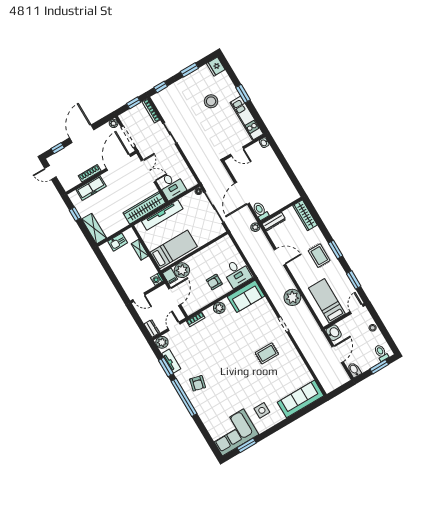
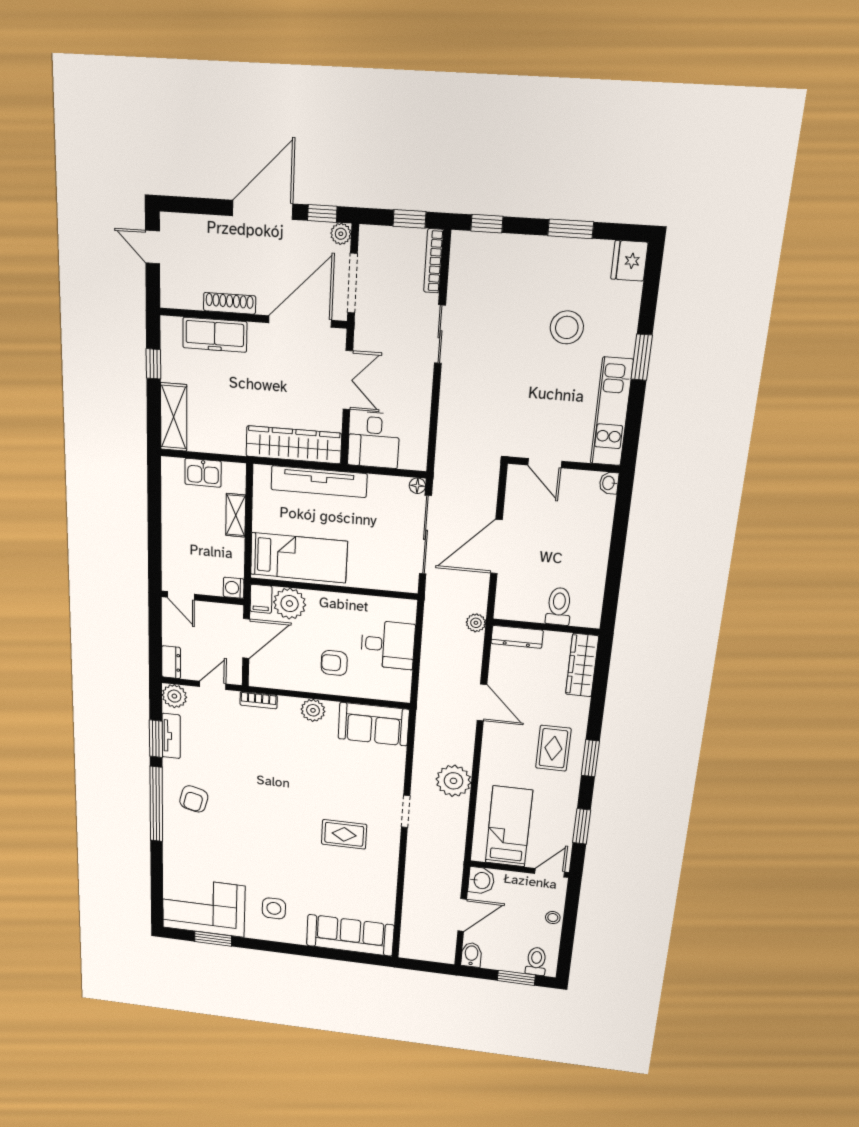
window: (58, 148) -> (322, 213), moved
toilet: (260, 211) -> (559, 606), moved
desk: (237, 273) -> (388, 645), moved, turned -90

